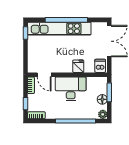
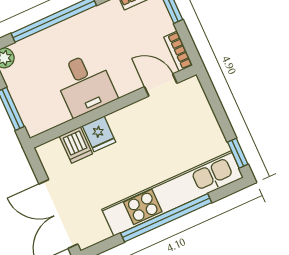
dishwasher: (100, 66) -> (76, 145), moved
desk: (71, 89) -> (85, 84), width x0.73
floor lamp: (102, 99) -> (19, 88), removed

